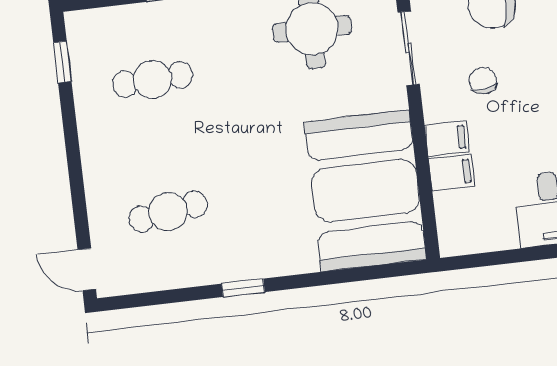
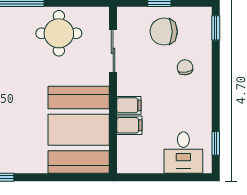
chair: (483, 81) -> (185, 67), moved

